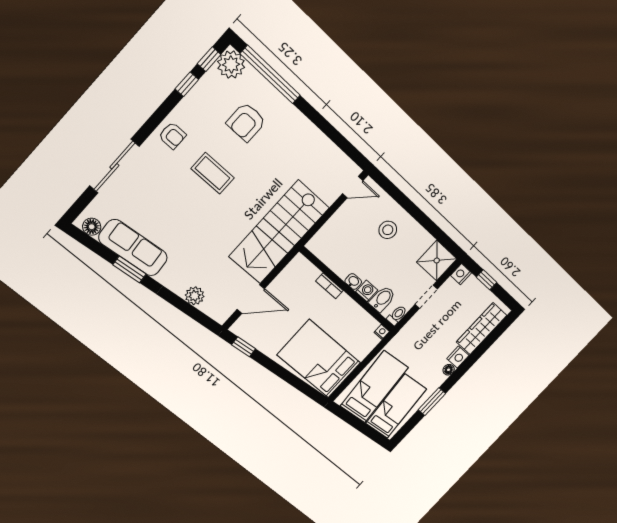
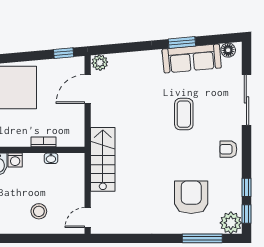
window: (270, 75) -> (202, 238), width x0.68
armchair: (246, 122) -> (191, 197), width x1.36, depth x1.36
coffee table: (213, 173) -> (184, 114), moved, turned 90
stairs: (279, 232) -> (103, 159), width x0.73, depth x0.66
washbasin: (353, 282) -> (51, 158), moved
plant: (195, 296) -> (100, 63), moved

